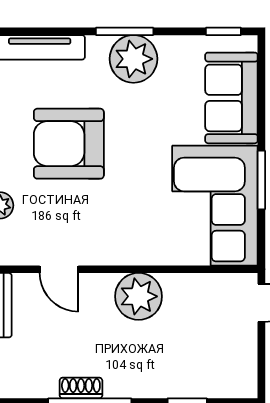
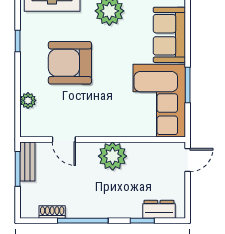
dresser: (214, 383) -> (159, 209), added
shoe rack: (81, 388) -> (52, 212), moved

